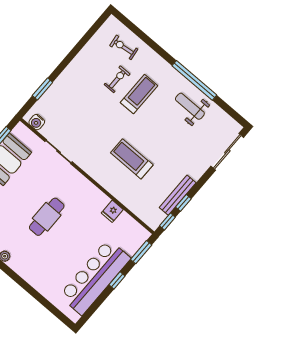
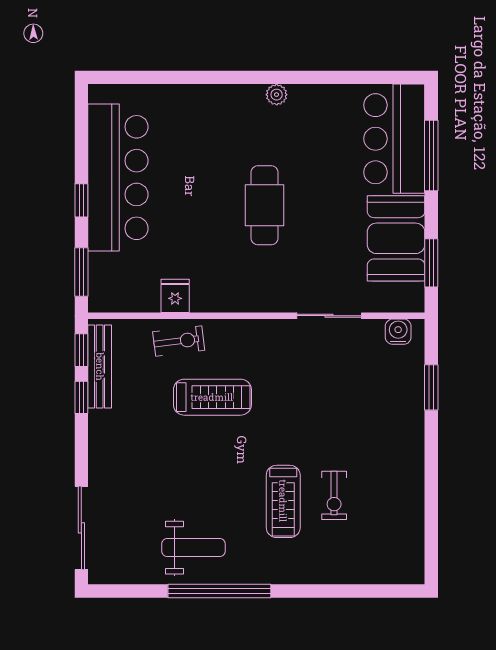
exercise bike: (124, 47) -> (179, 341), moved
bench: (178, 195) -> (100, 367), moved

